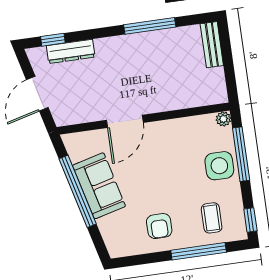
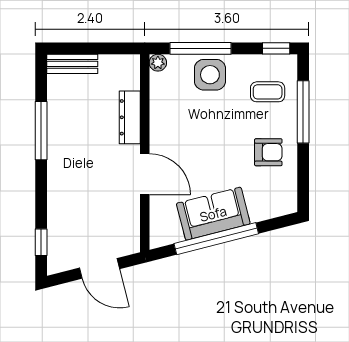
dresser: (71, 51) -> (130, 117), moved, turned 180

